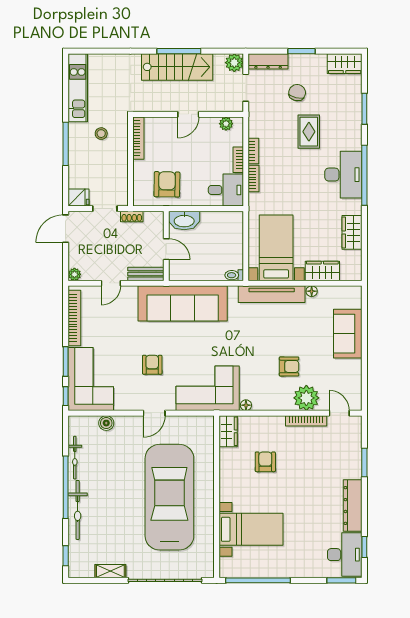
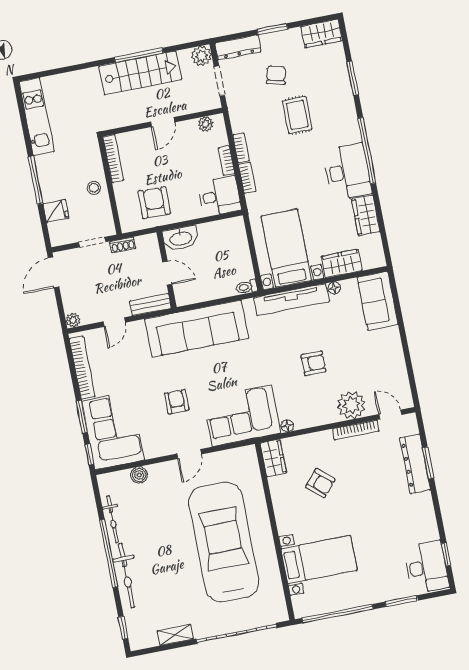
stool: (101, 134) -> (94, 188), moved
desk: (343, 175) -> (347, 172), moved
fridge: (78, 197) -> (56, 211), moved
sofa: (348, 334) -> (378, 301), moved
armchair: (289, 366) -> (313, 363), moved
armchair: (265, 462) -> (320, 483), turned 131
dresser: (353, 506) -> (415, 464), moved
window: (341, 580) -> (401, 601), moved

